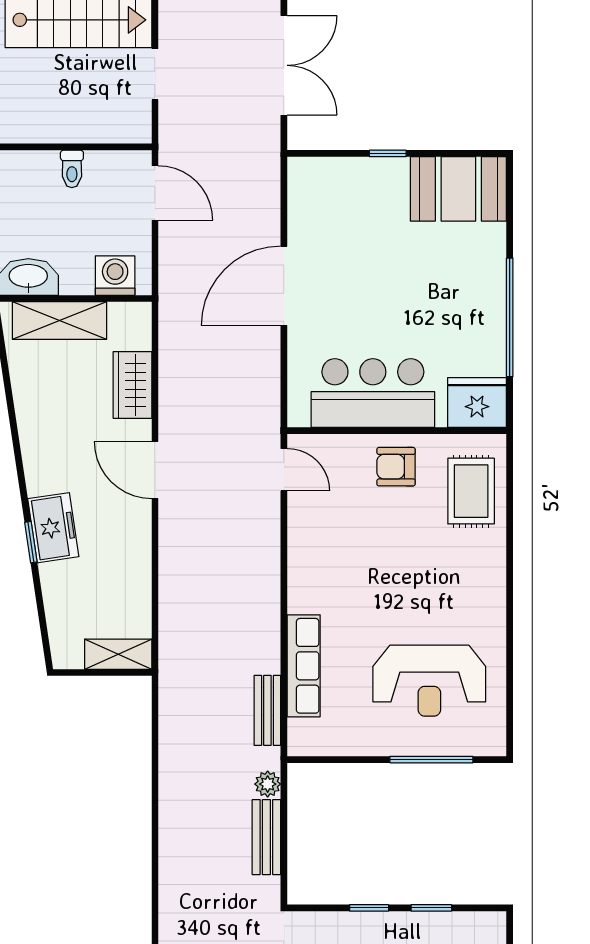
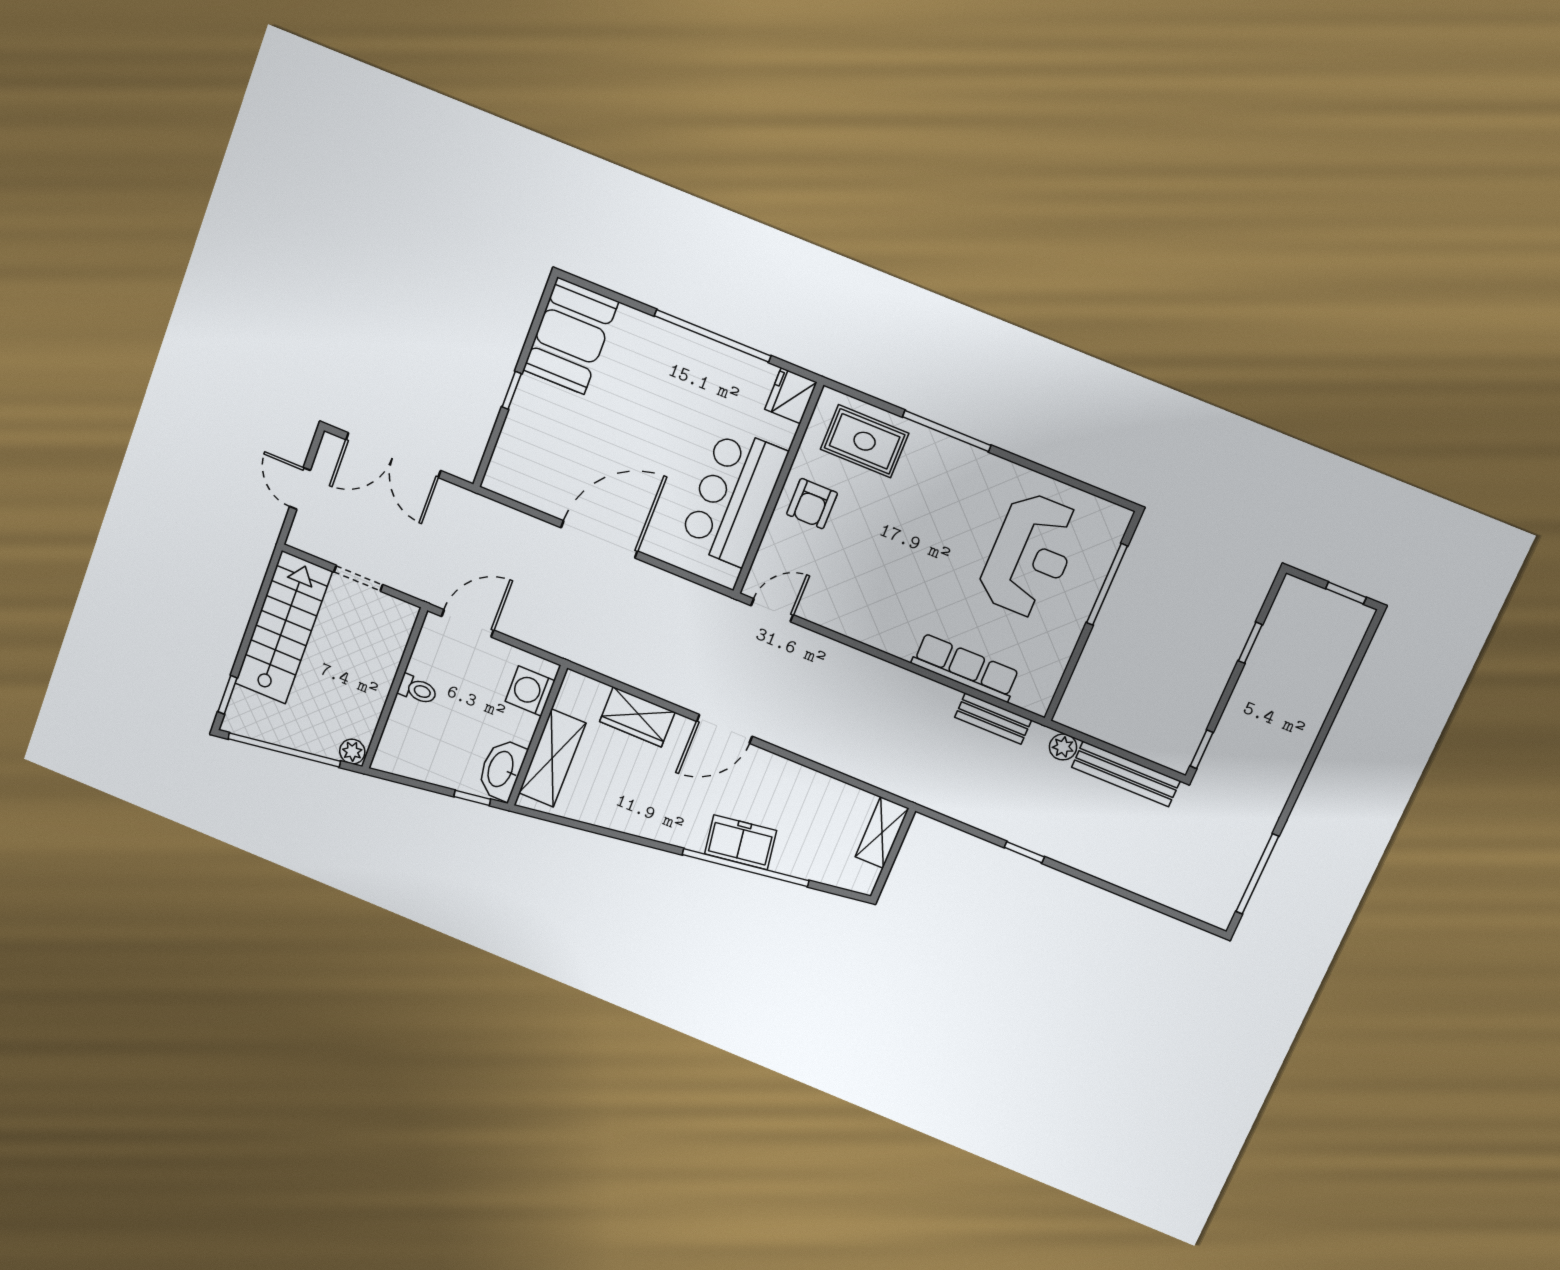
double door: (284, 65) -> (393, 455), swing flipped
door: (284, 286) -> (599, 539), swing flipped
fridge: (477, 403) -> (791, 396), width x0.73, depth x0.75
window: (31, 542) -> (746, 868), width x3.17
window: (510, 560) -> (947, 431), added
window: (155, 791) -> (1024, 852), added
bench: (266, 837) -> (1126, 774), width x1.36
window: (369, 908) -> (1202, 749), moved

